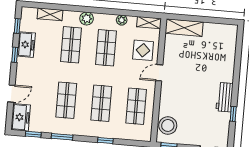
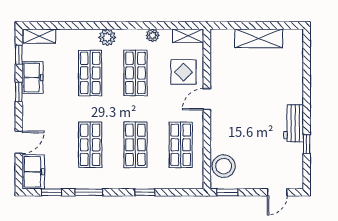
shelving: (50, 14) -> (39, 36), moved
shelving: (184, 28) -> (259, 38), moved

